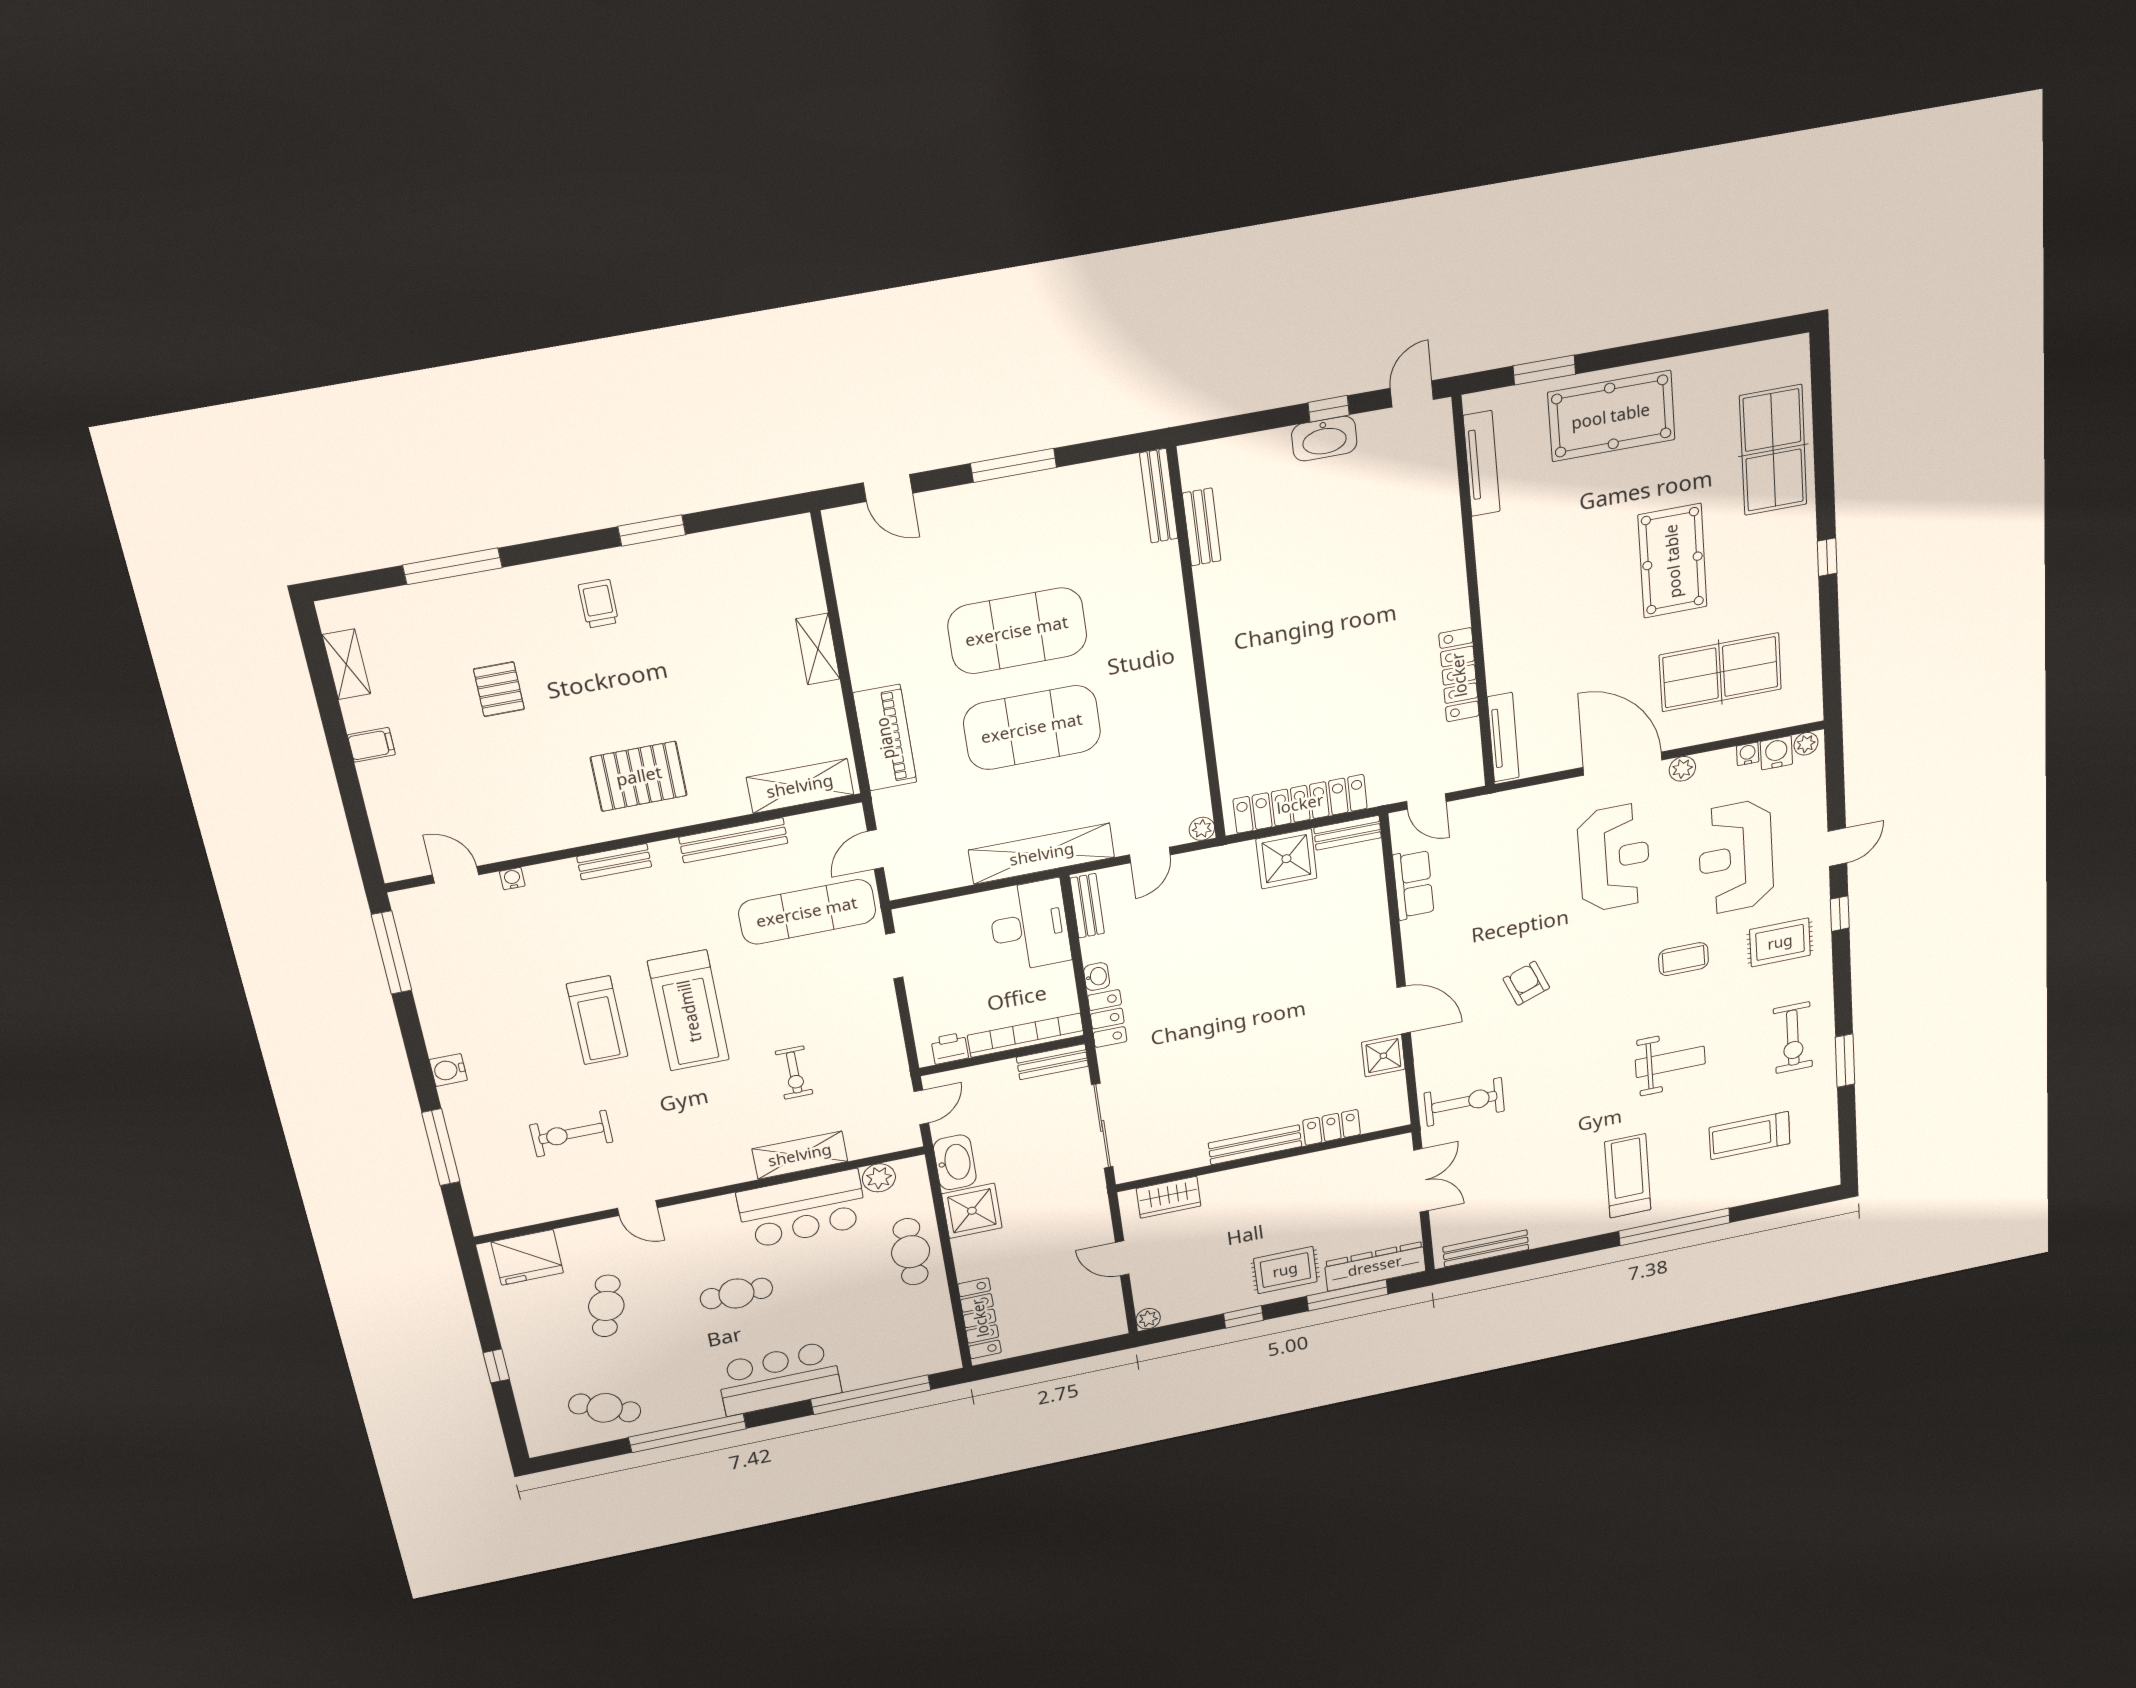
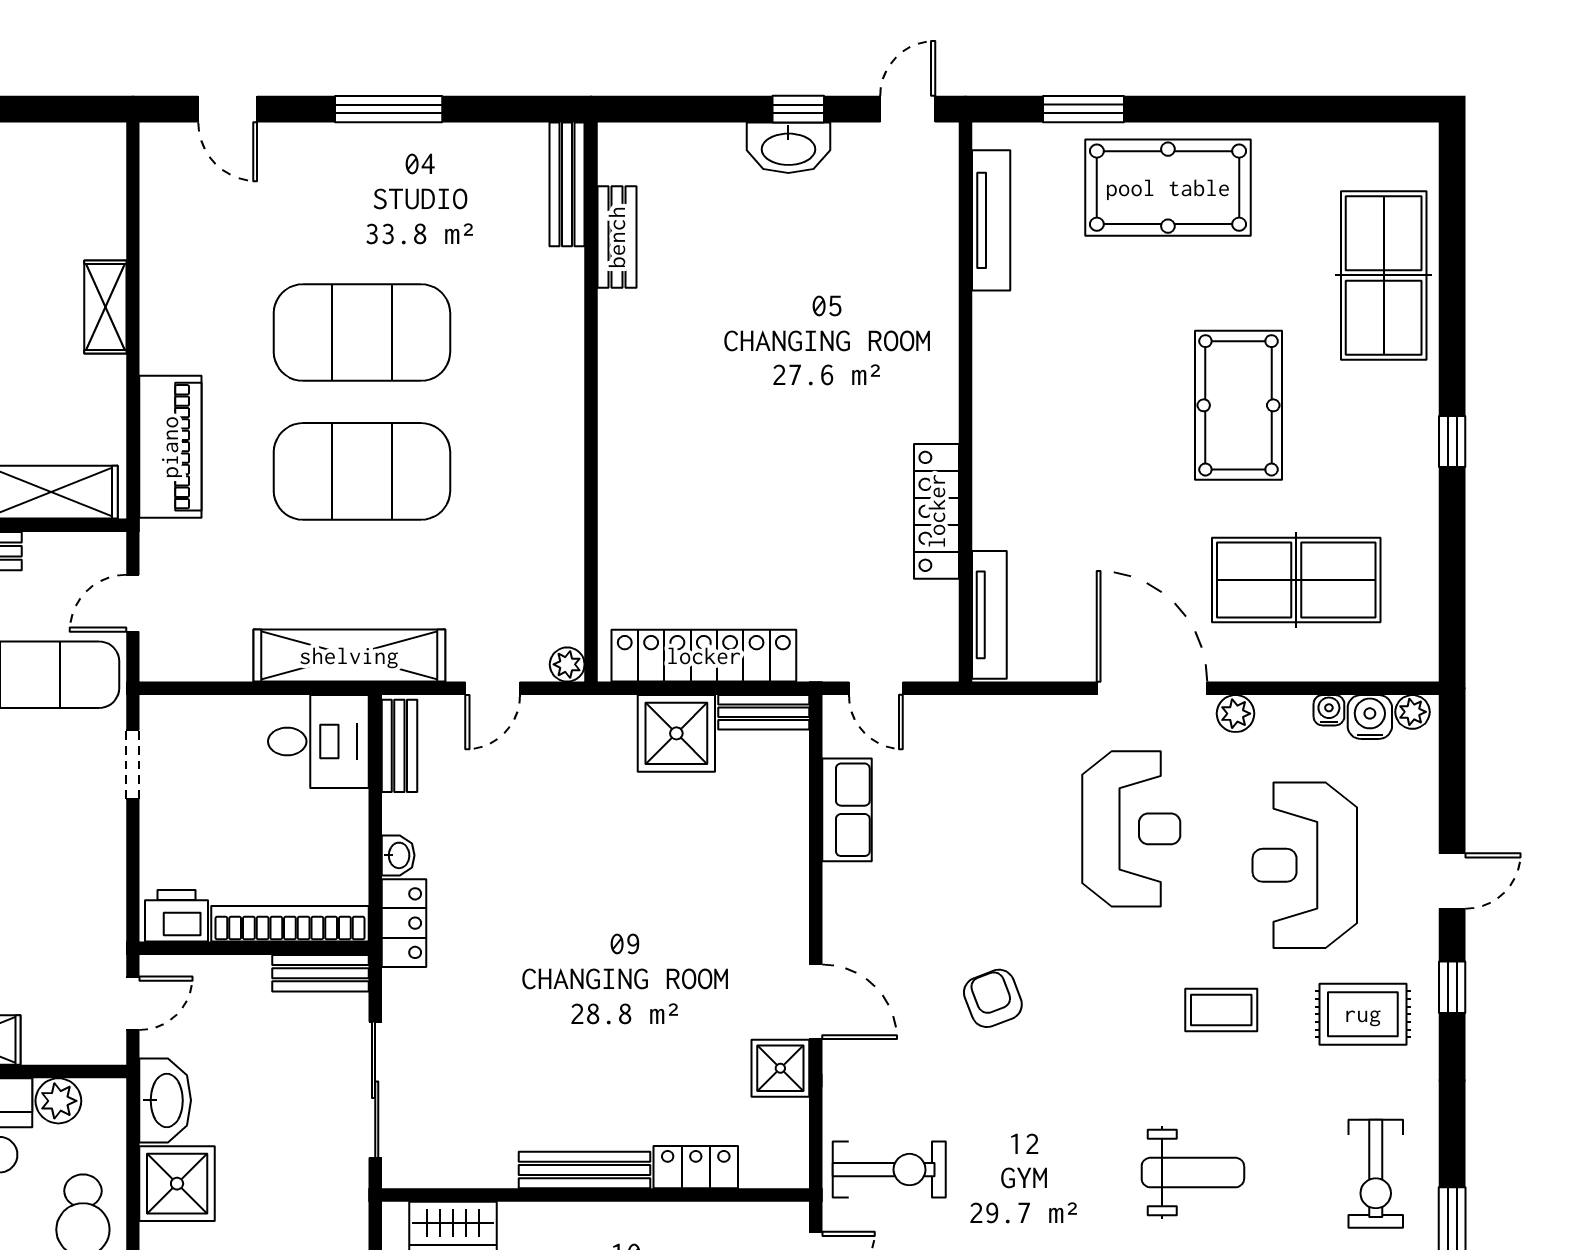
desk: (1029, 926) -> (318, 741), width x0.73
printer: (950, 1048) -> (177, 916), width x1.36, depth x1.24

